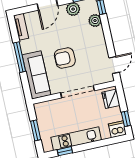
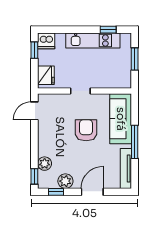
tv unit: (21, 27) -> (126, 168), width x1.41
armchair: (65, 58) -> (86, 130), turned -90
doorway: (77, 92) -> (80, 91), width x0.53

